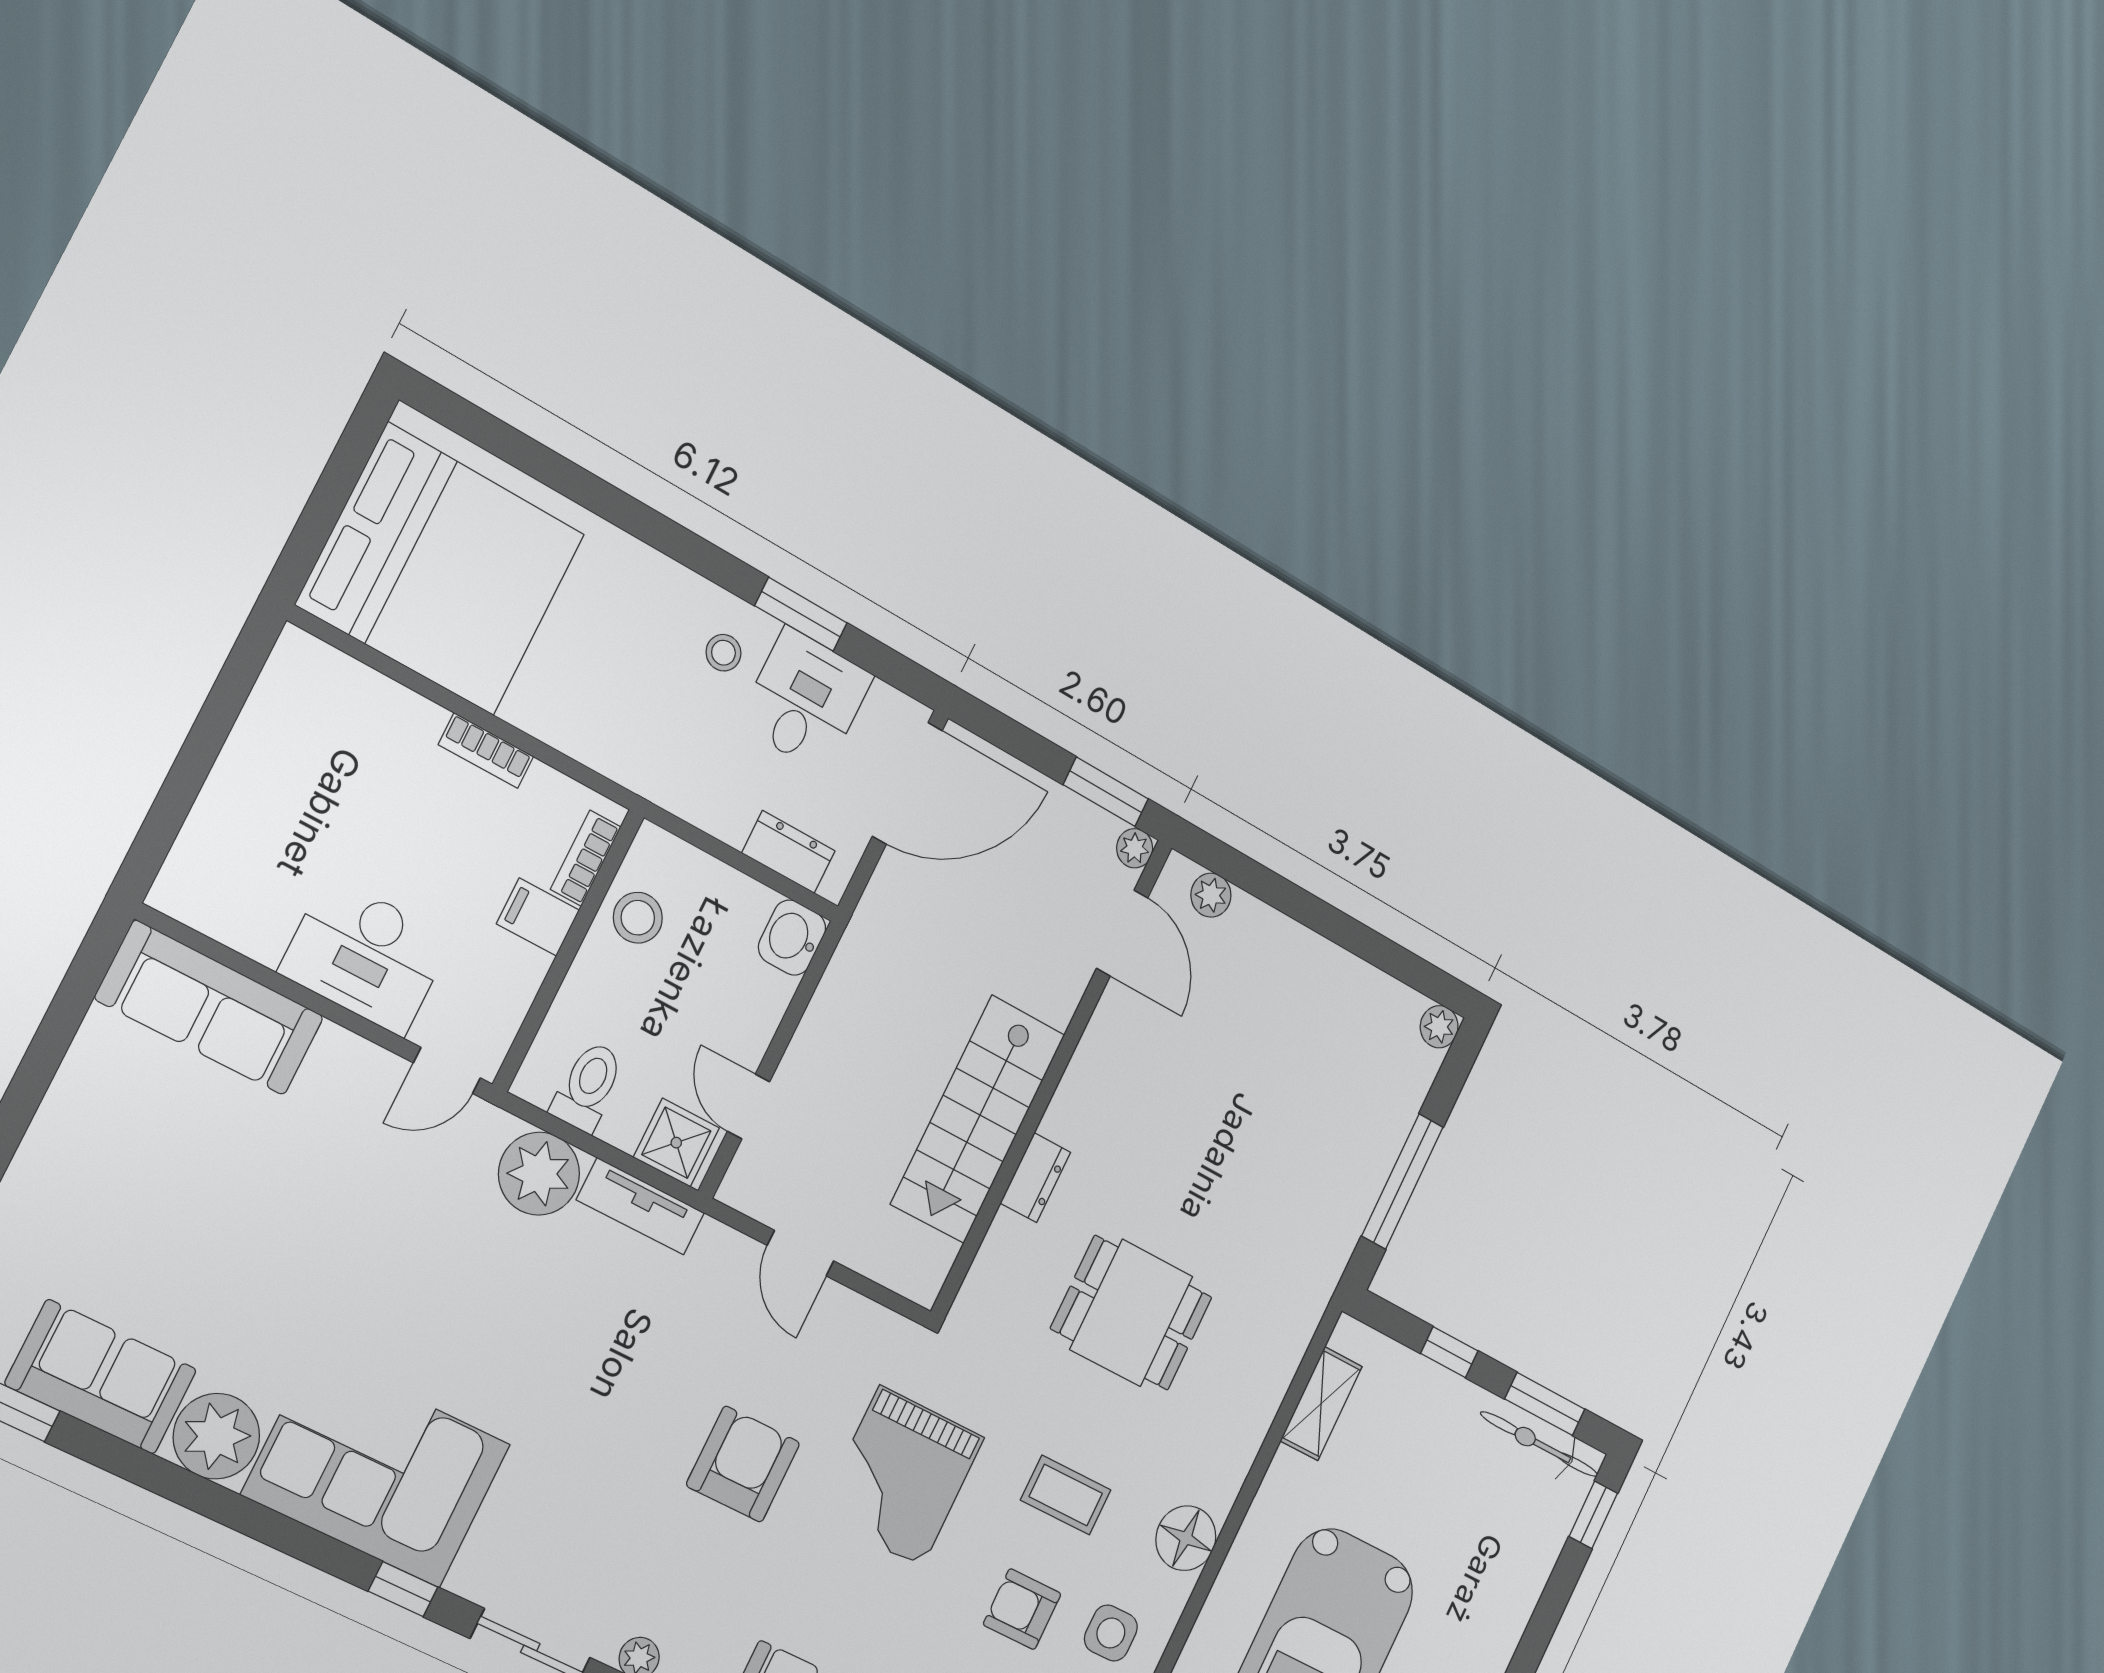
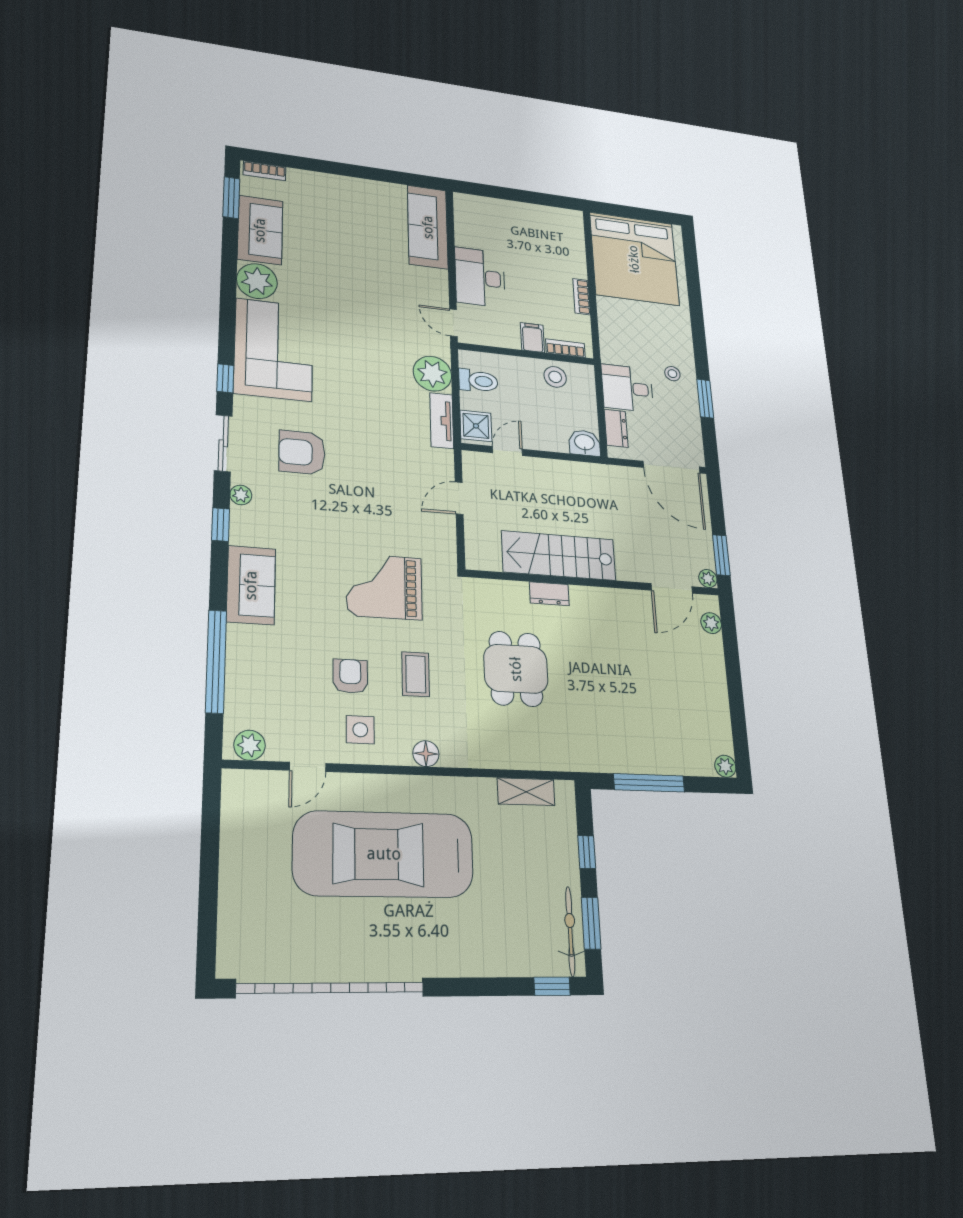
desk: (805, 700) -> (627, 388), moved, turned 180
armchair: (743, 1464) -> (302, 452), moved, turned 180
floor lamp: (1186, 1538) -> (426, 754), width x0.73, depth x0.73

